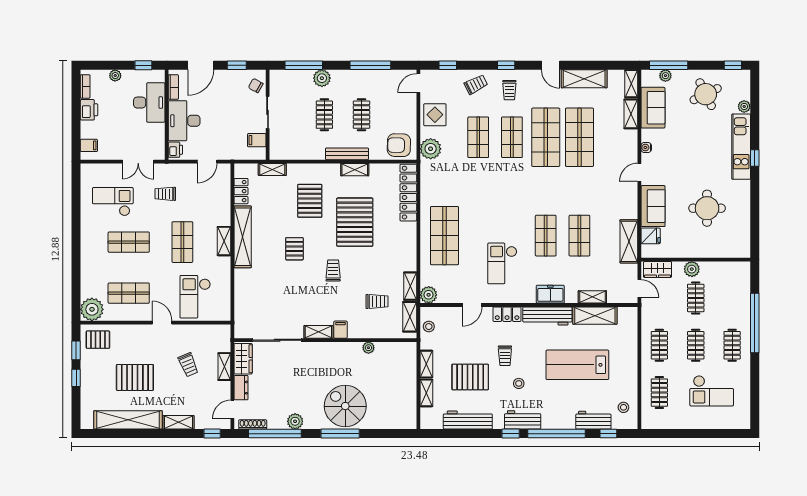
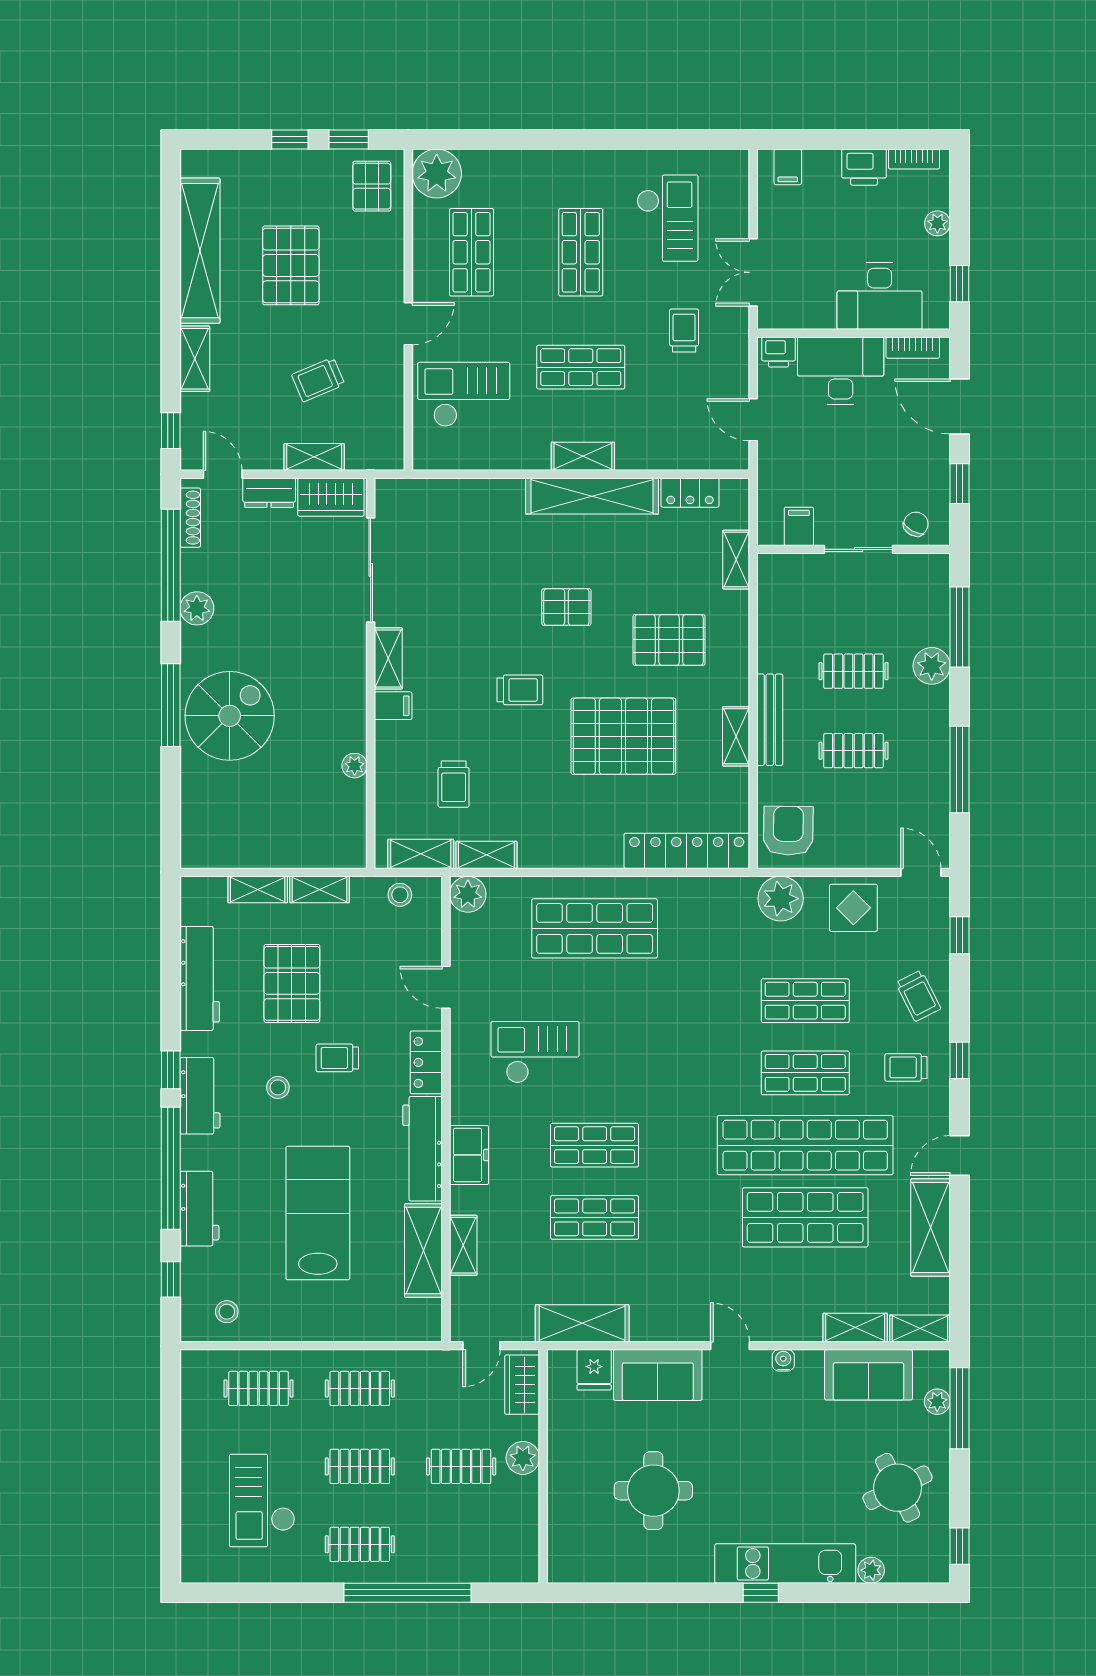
shop shelf: (546, 137) -> (805, 1145), width x1.40
workbench: (593, 420) -> (199, 1209), moved

